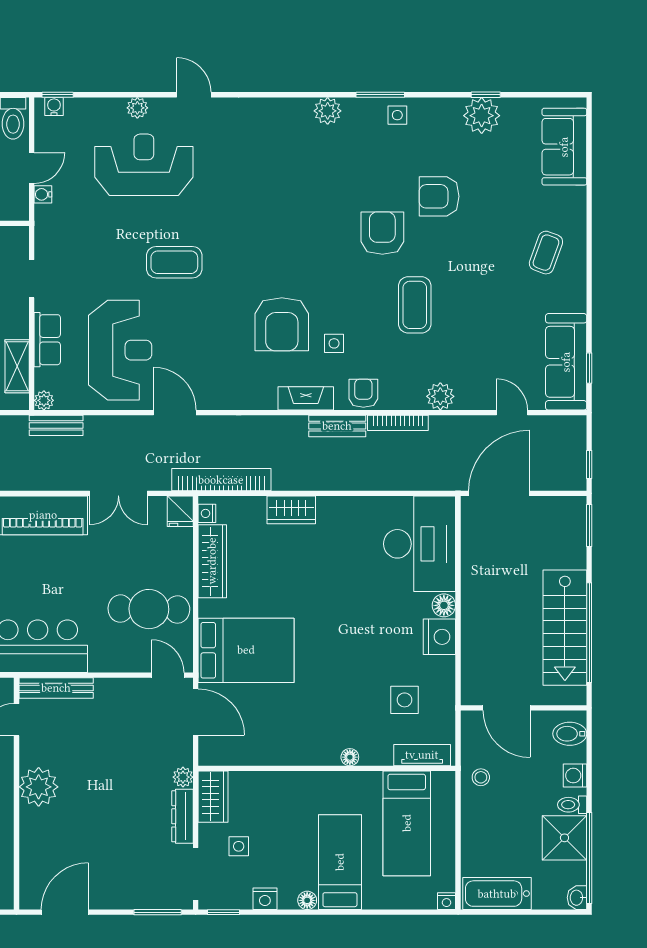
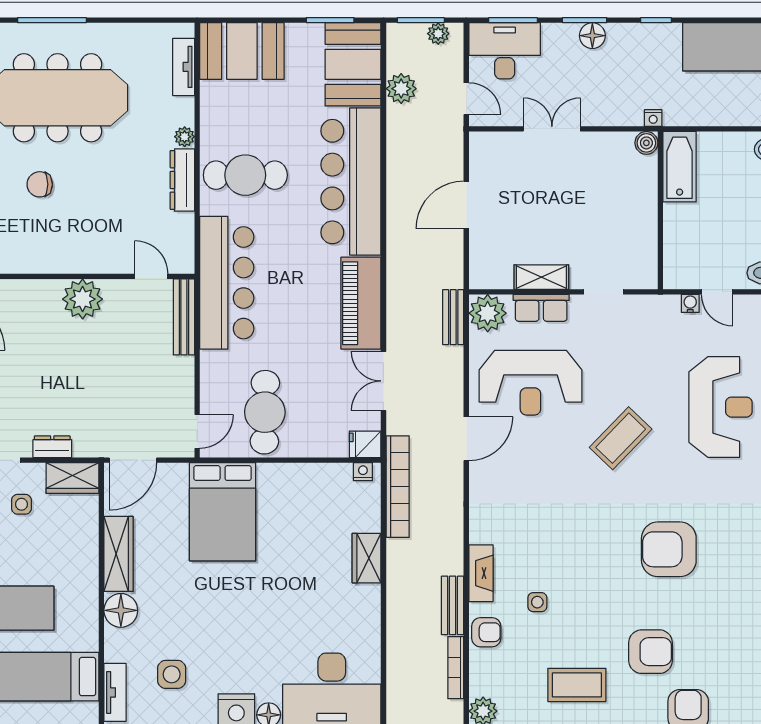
coffee table: (174, 262) -> (621, 438), turned 44
armchair: (282, 324) -> (669, 549), moved
shelving: (17, 366) -> (541, 277), moved
plant: (44, 400) -> (488, 313), width x1.88, depth x1.88
wardrobe: (212, 561) -> (118, 554), moved, turned -90
door: (196, 712) -> (133, 460), moved
floor lamp: (350, 757) -> (121, 610), width x1.89, depth x1.89
plant: (183, 777) -> (93, 447), removed
dresser: (182, 816) -> (52, 447), width x0.70

